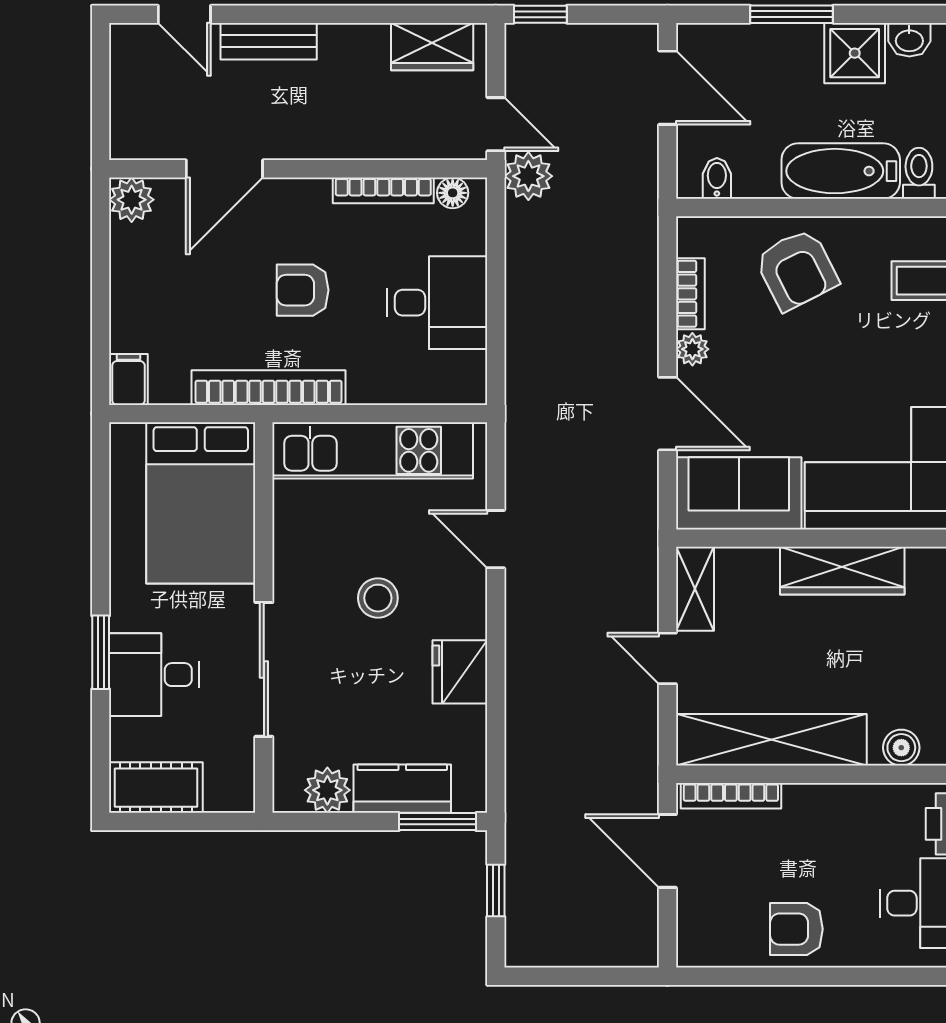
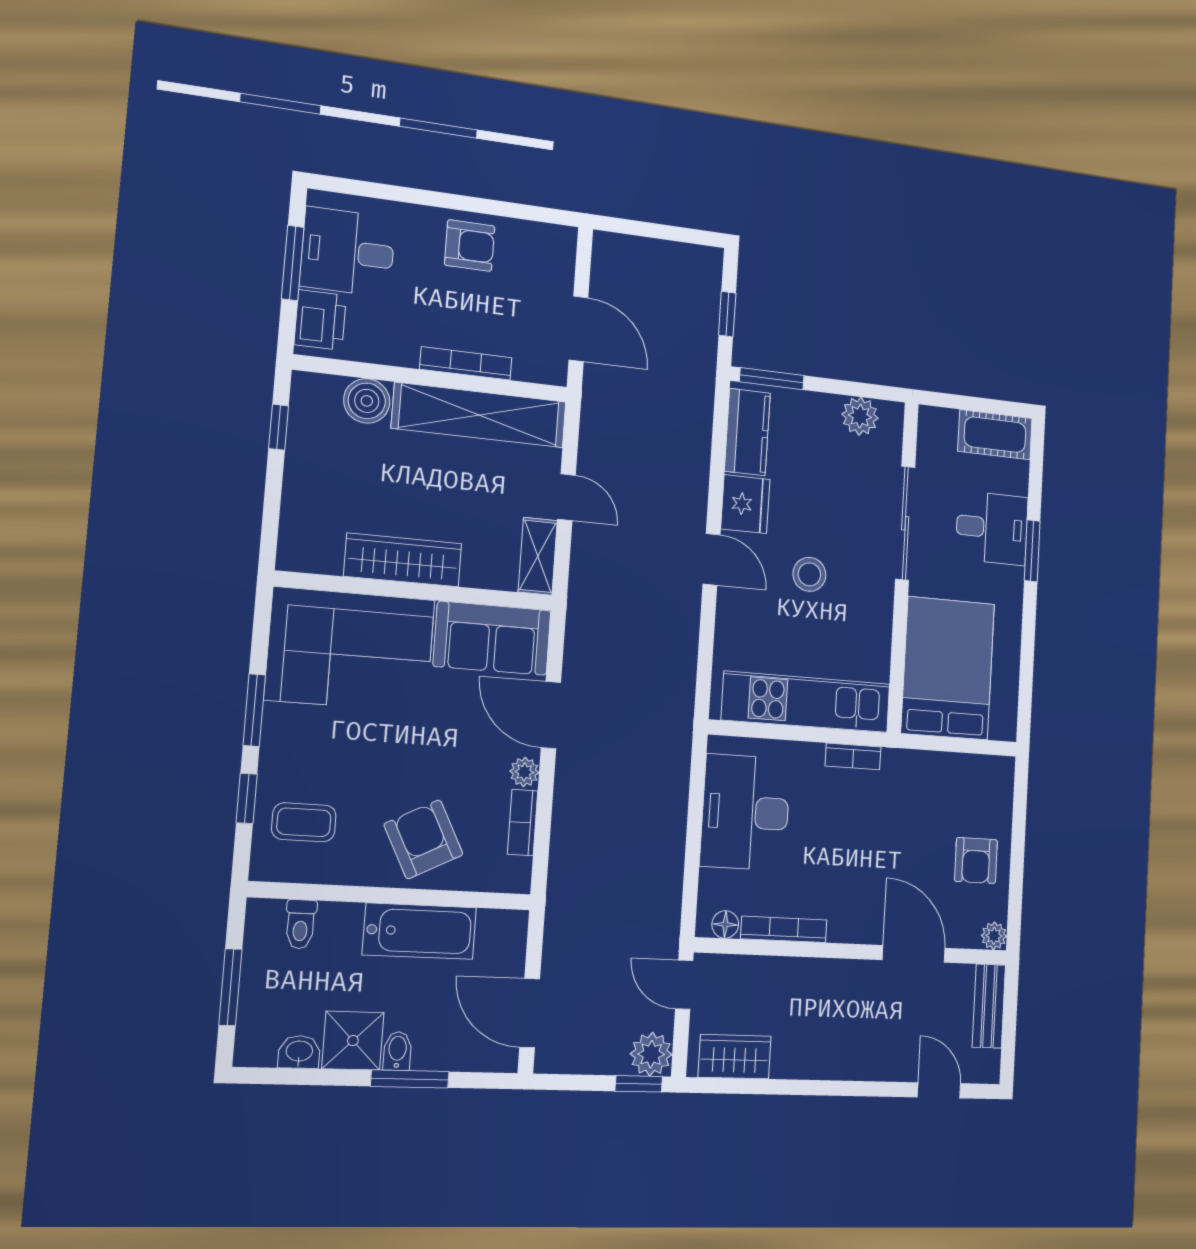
bench: (269, 41) -> (989, 1006), moved, turned 90
door: (224, 169) -> (914, 954), hinge flipped
bathtub: (841, 171) -> (420, 931), moved
plant: (528, 176) -> (651, 1054), moved
bidet: (717, 178) -> (397, 1051), moved, turned 180
plant: (132, 200) -> (994, 936), width x0.73, depth x0.73
armchair: (303, 290) -> (976, 860), moved, turned 90
desk: (437, 303) -> (745, 812), width x1.37
filing cabinet: (128, 379) -> (999, 777), removed
bookcase: (268, 388) -> (853, 756), width x0.43, depth x0.76
door: (496, 539) -> (711, 559), moved
boiler: (901, 748) -> (367, 401), width x1.36, depth x1.36
kitchen counter: (402, 789) -> (747, 432), moved, turned -90
bookcase: (731, 796) -> (466, 363), moved

